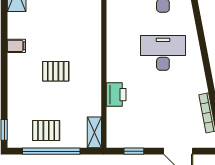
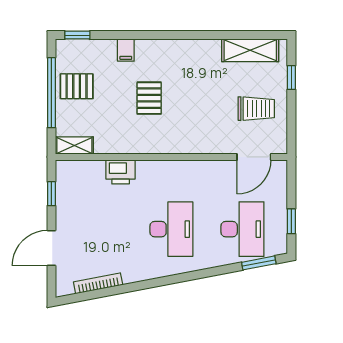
filing cabinet: (16, 46) -> (126, 50), moved
pallet: (46, 131) -> (77, 86), turned 90

